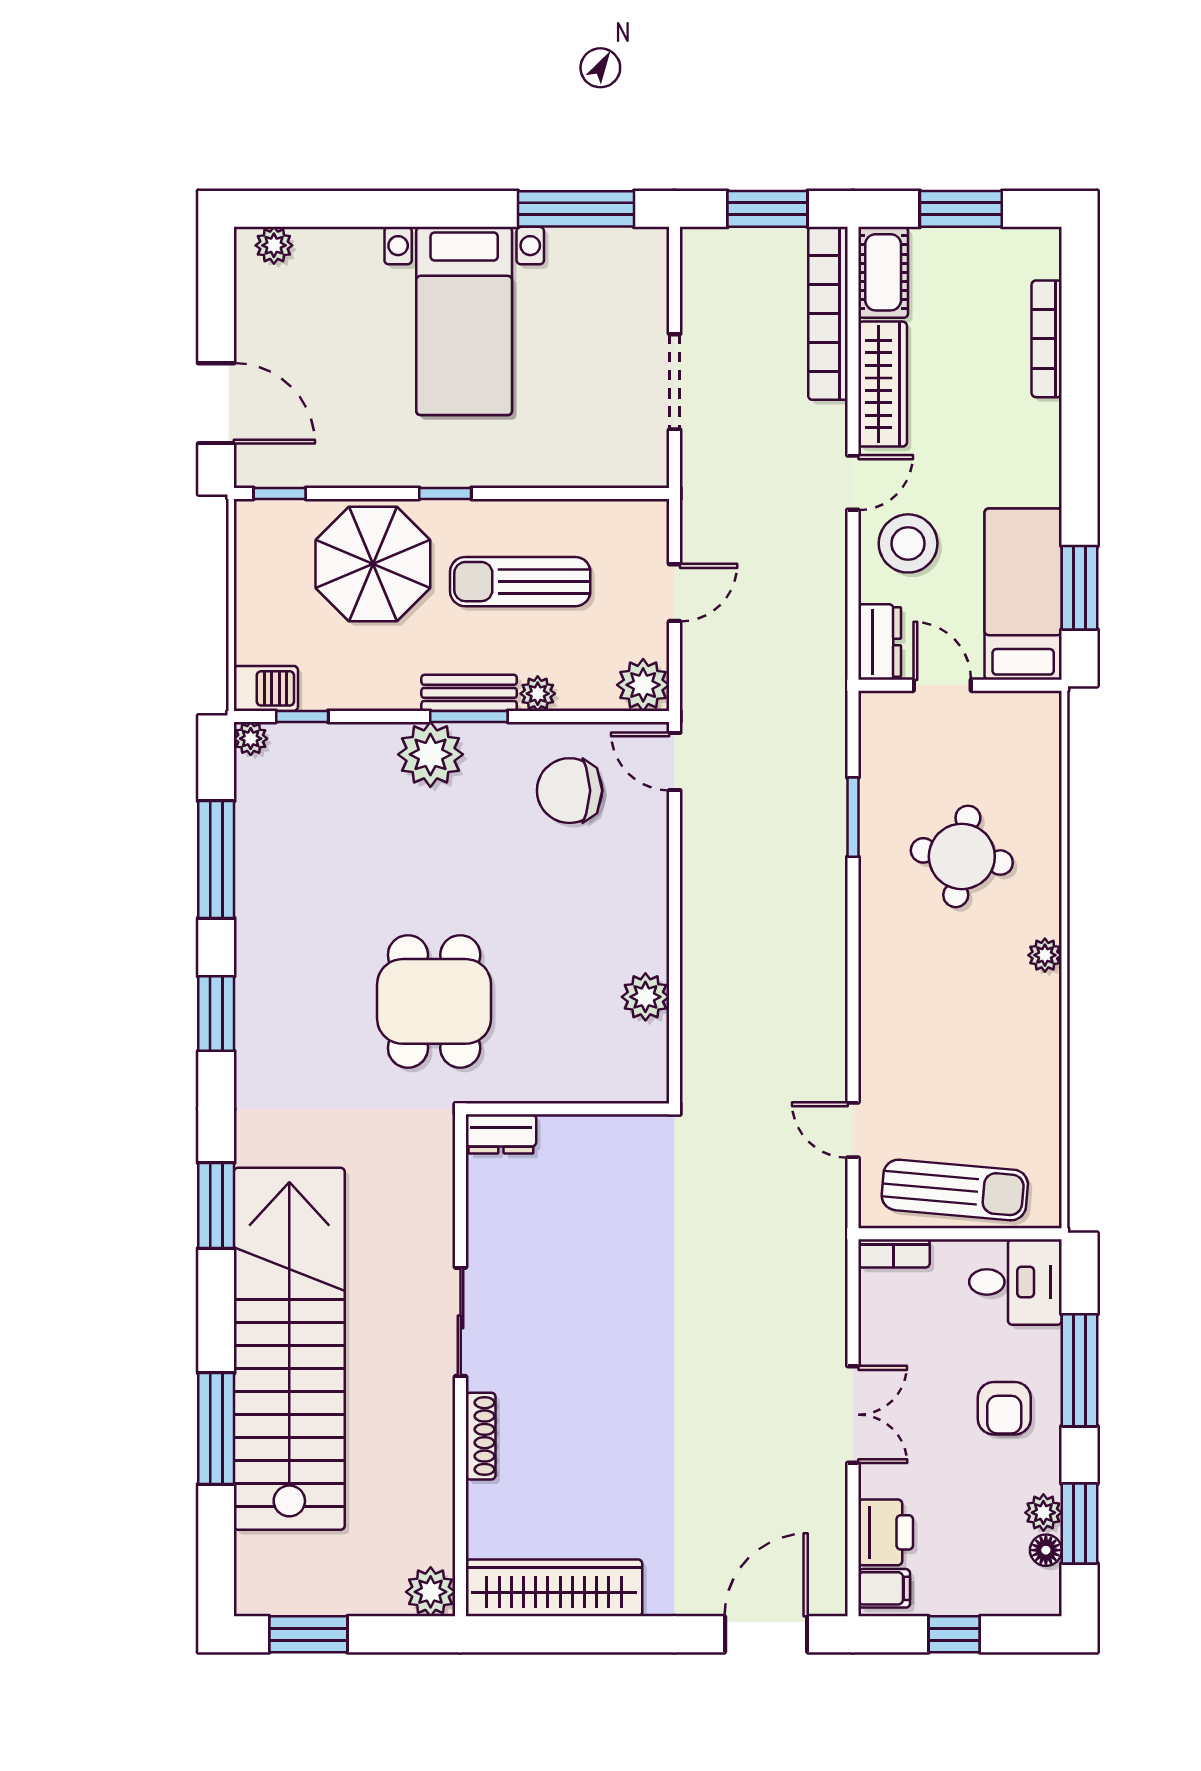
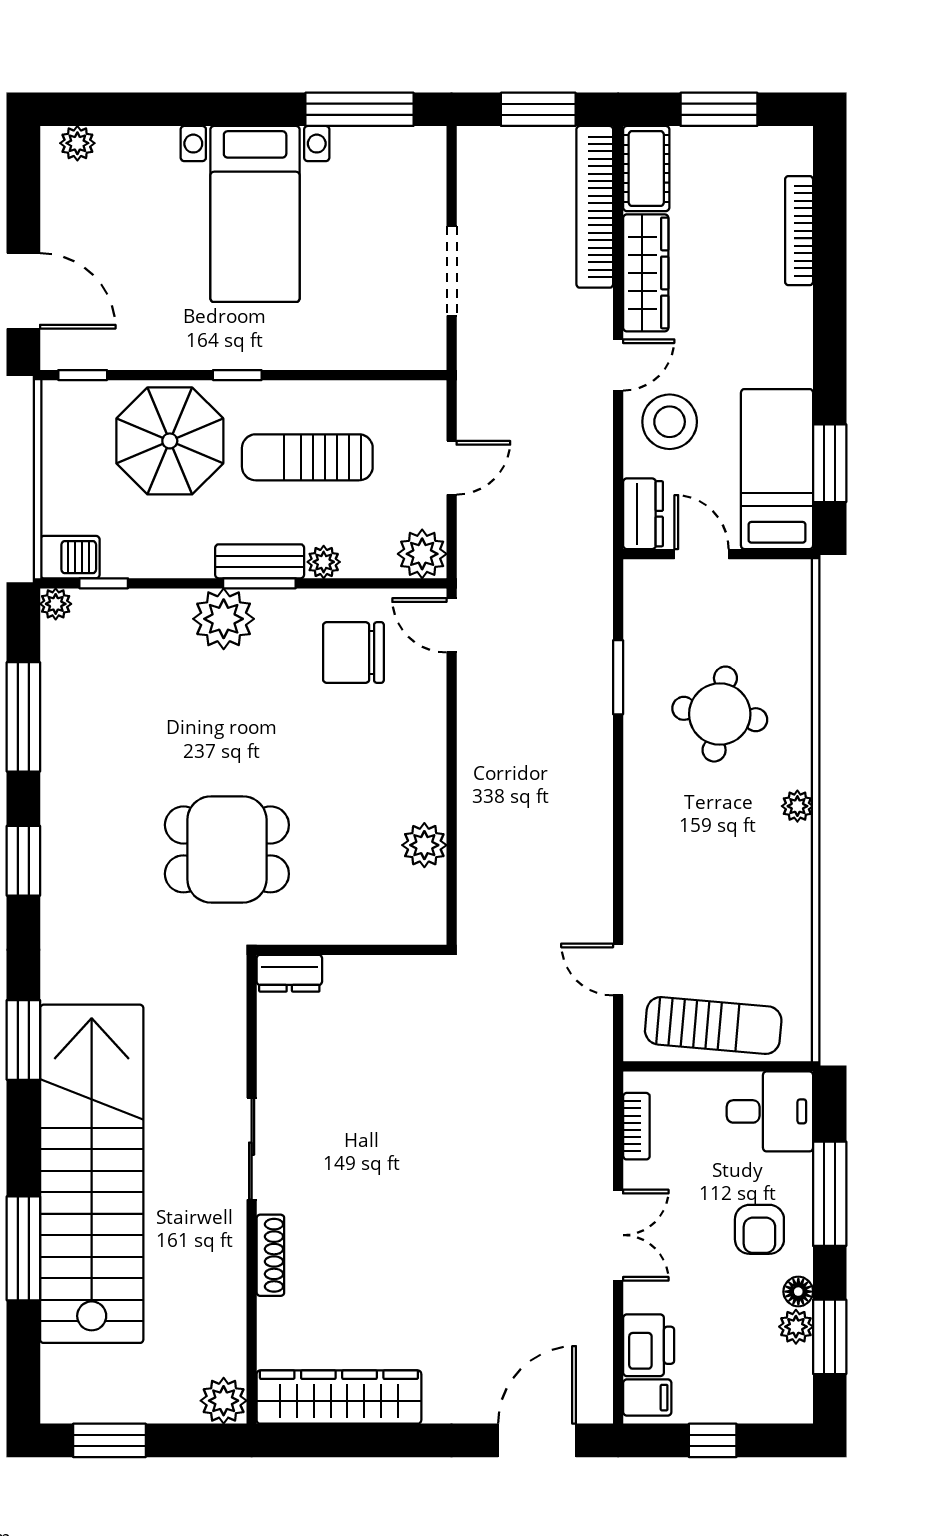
dining table: (434, 1001) -> (227, 849), turned 90
bookcase: (894, 1253) -> (636, 1126), moved, turned -90
floor lamp: (1046, 1550) -> (798, 1292), moved

